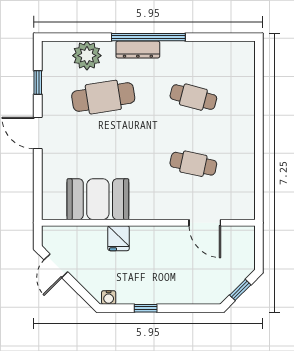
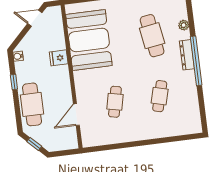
plant: (87, 56) -> (184, 25), width x0.53, depth x0.53
booth: (98, 199) -> (89, 40), width x1.36, depth x1.42
cafe table: (182, 286) -> (32, 104), added

